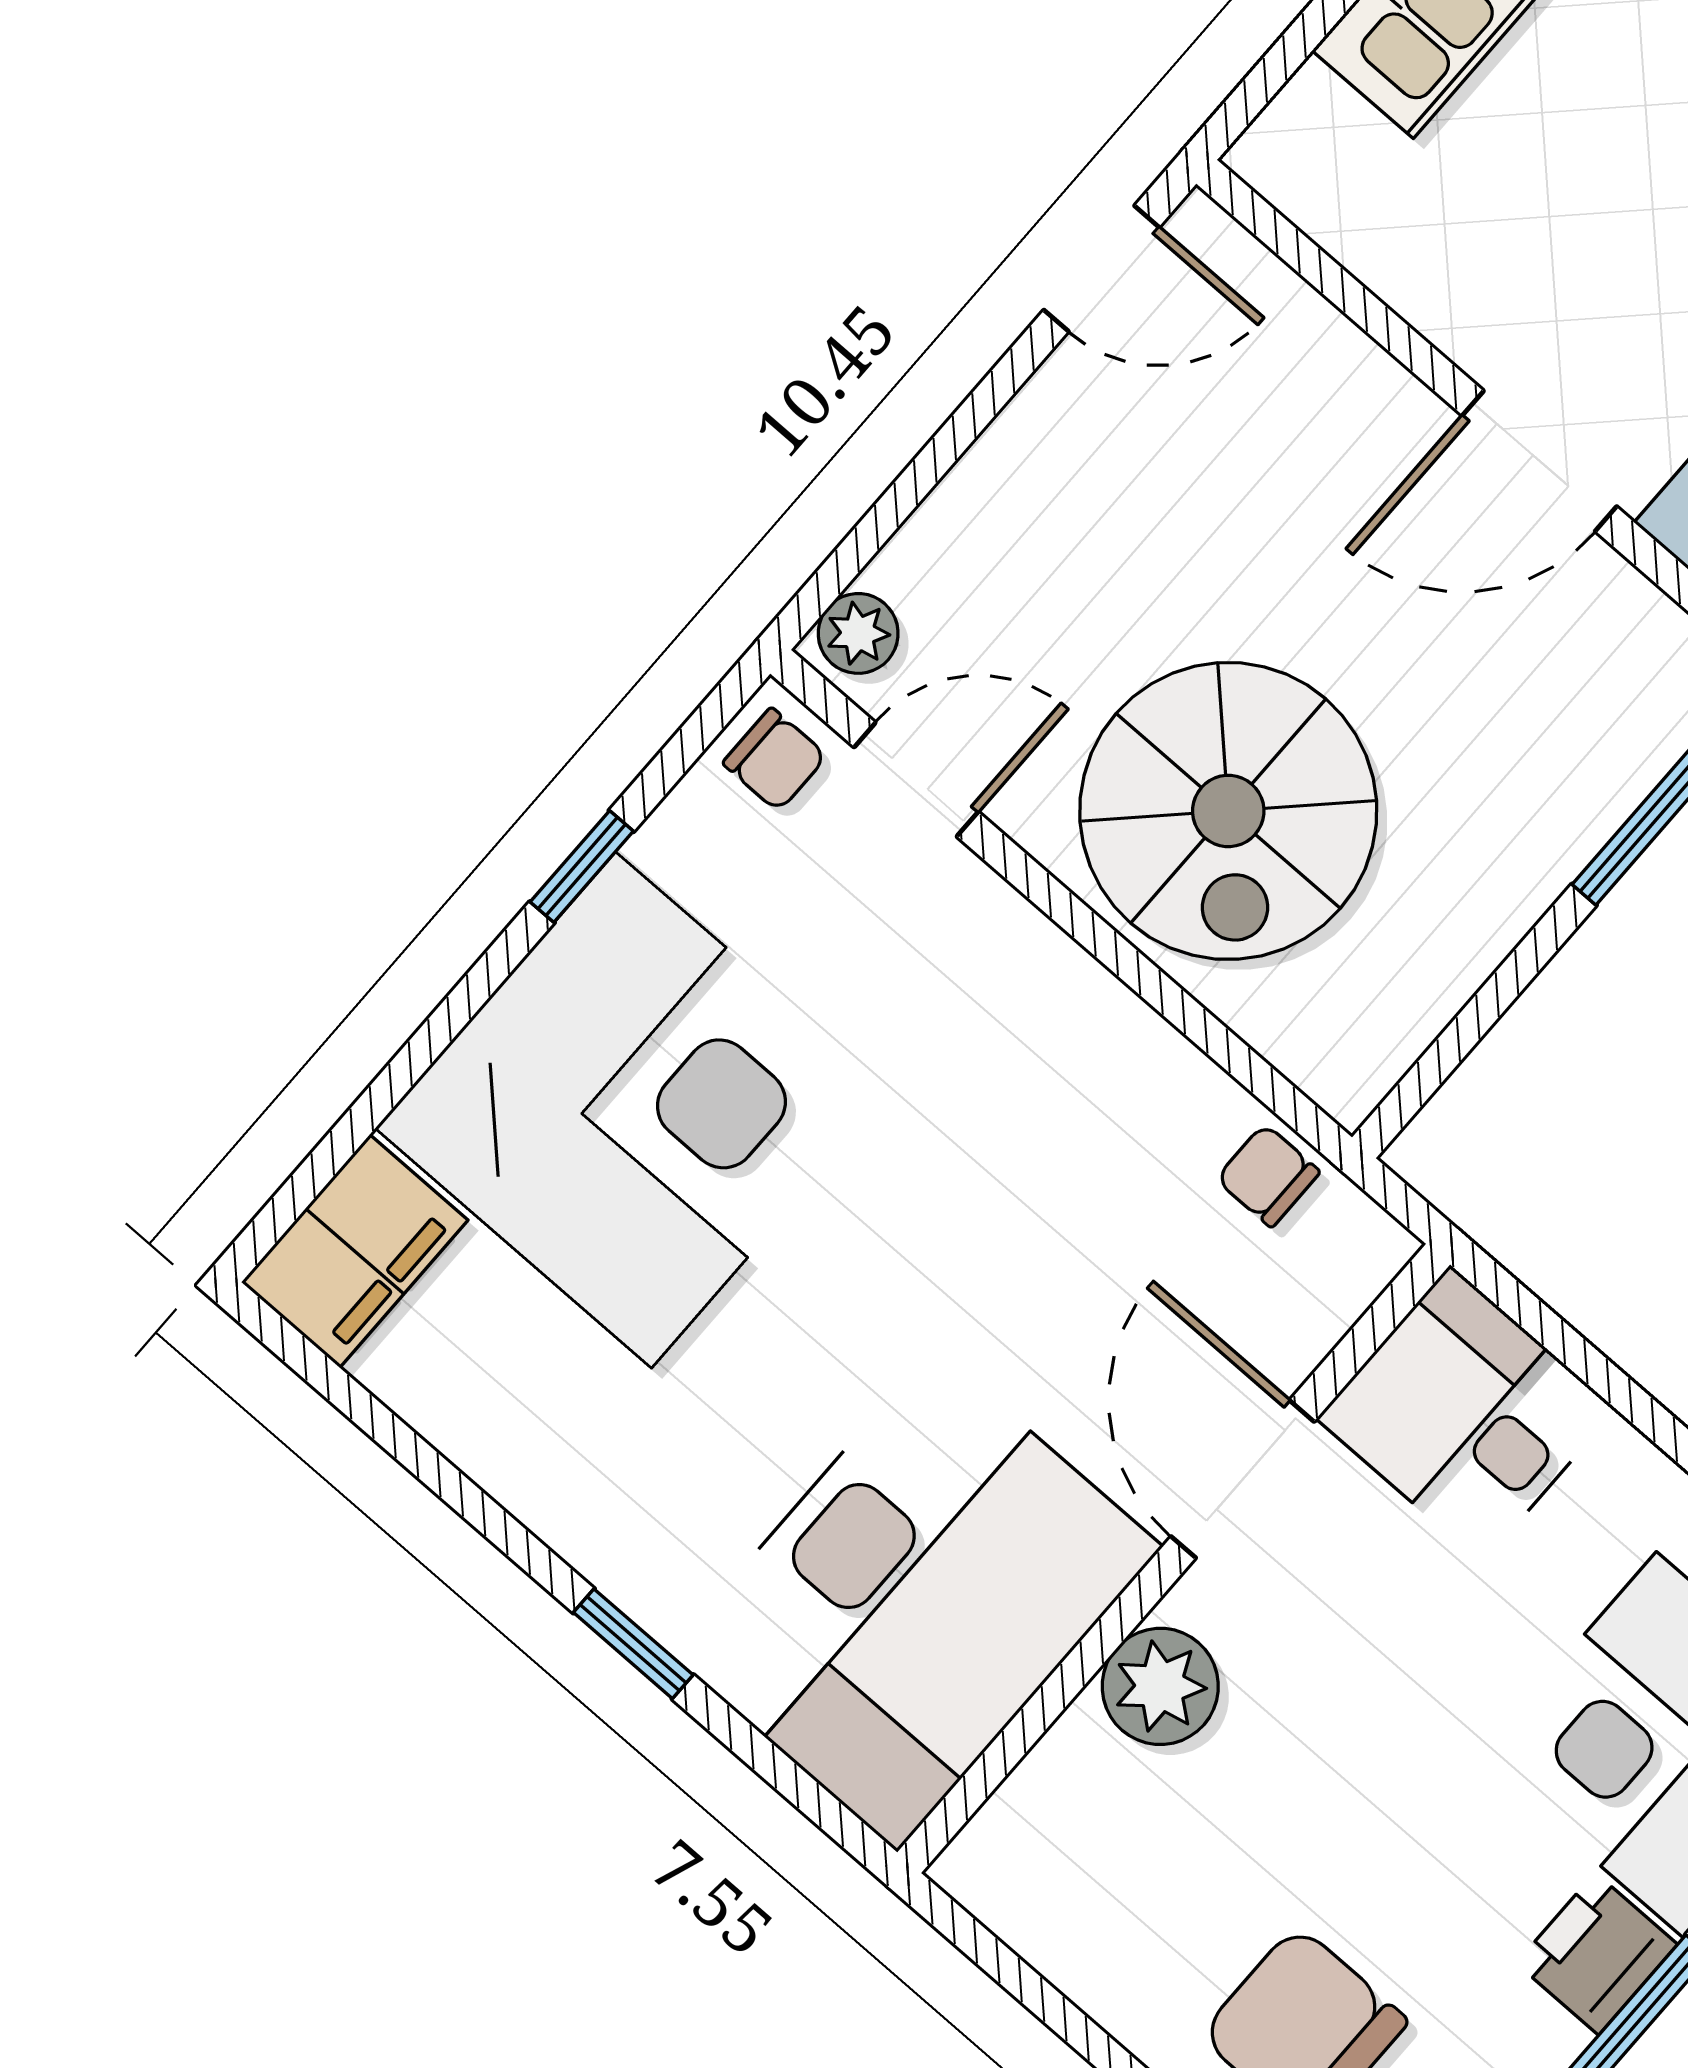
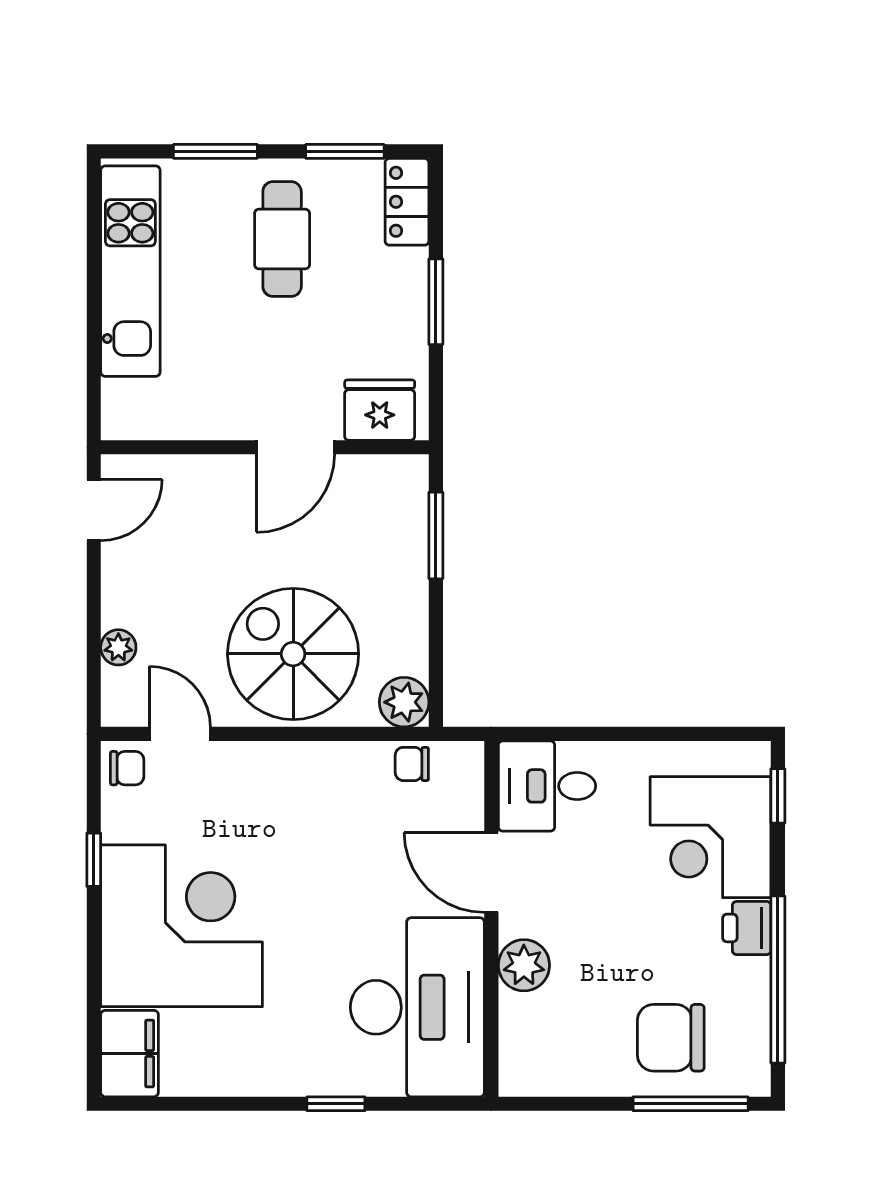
plant: (858, 633) -> (118, 647), moved
door: (916, 780) -> (180, 734), hinge flipped
spiral stairs: (1228, 811) -> (293, 654), turned 180
plant: (1347, 1058) -> (404, 702), added

